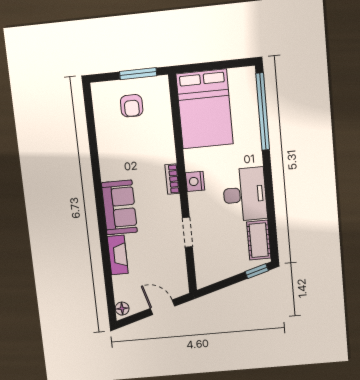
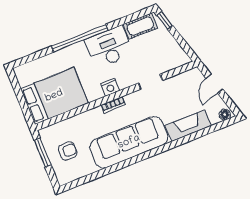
window: (263, 112) -> (80, 38), moved
sofa: (119, 207) -> (129, 142), width x1.85, depth x1.27
fireplace: (118, 255) -> (188, 126), width x1.37, depth x1.32

